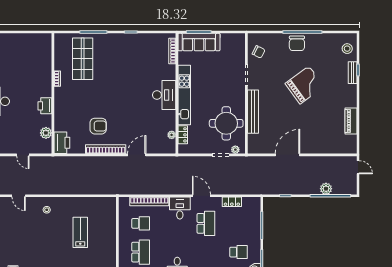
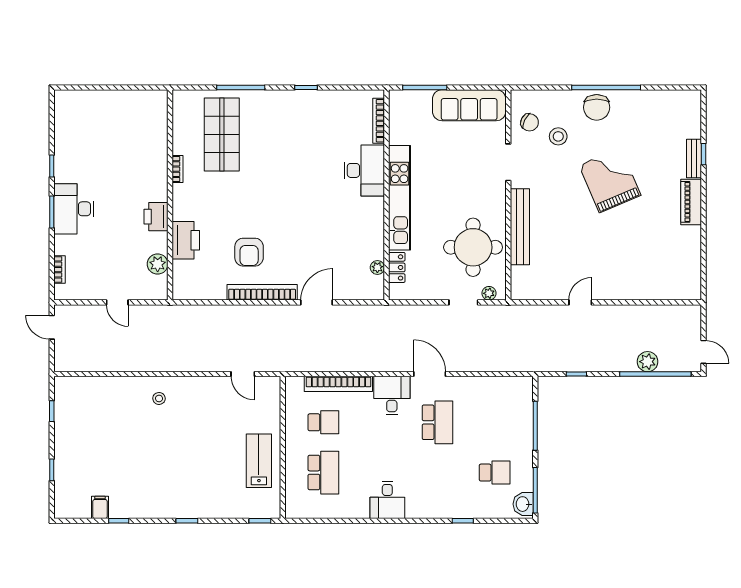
sofa: (199, 42) -> (469, 105), moved
stool: (347, 49) -> (558, 136), moved
grand piano: (305, 85) -> (610, 180), turned -77
desk: (164, 95) -> (364, 170), moved
piano: (351, 121) -> (691, 202), moved
armchair: (98, 126) -> (249, 252), turned 90
printer: (62, 143) -> (186, 240), moved
door: (288, 155) -> (580, 302), width x0.53
door: (358, 167) -> (703, 352), moved
door: (19, 196) -> (243, 374), moved
locker: (232, 202) -> (483, 385), removed
lab bench: (80, 232) -> (259, 461), moved

